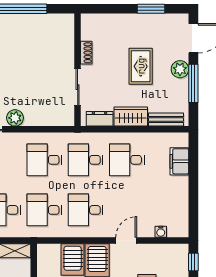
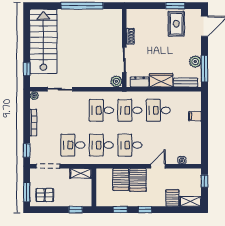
rug: (141, 66) -> (176, 24), moved
plant: (180, 69) -> (195, 62), moved
window: (193, 83) -> (204, 69), moved
plant: (15, 118) -> (116, 81), moved
filing cabinet: (179, 161) -> (195, 116), width x0.50

